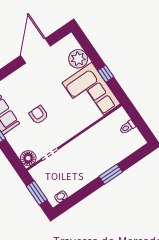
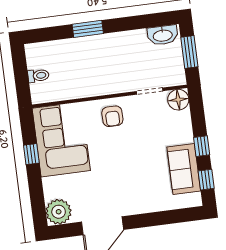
plant: (78, 59) -> (59, 212), moved
armchair: (39, 115) -> (112, 116), moved
washbasin: (61, 197) -> (163, 35), width x1.91, depth x1.45

